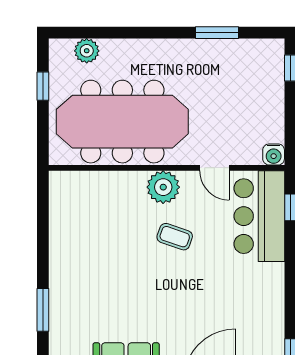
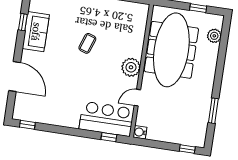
coffee table: (175, 237) -> (87, 43), moved

